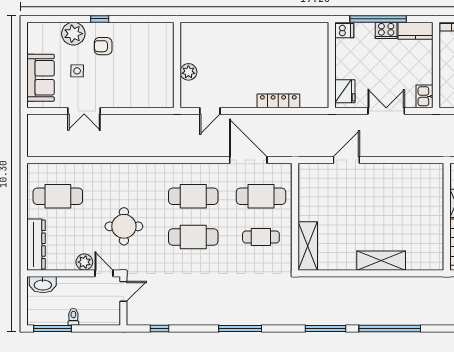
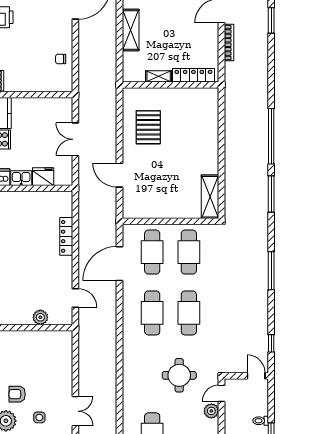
armchair: (103, 46) -> (17, 394), turned 90
fridge: (345, 91) -> (43, 177), moved
kitchen sink: (425, 96) -> (21, 178), moved, turned 180
pallet: (400, 192) -> (148, 127), added
cafe table: (261, 237) -> (189, 252), width x1.37, depth x1.35
shelving: (308, 246) -> (210, 197), moved, turned 90
shelving: (381, 261) -> (210, 144), removed
door: (123, 291) -> (256, 376), moved

